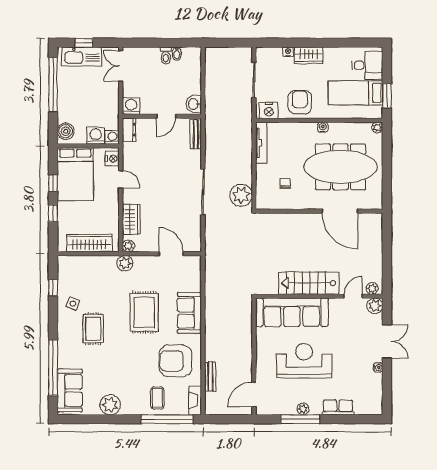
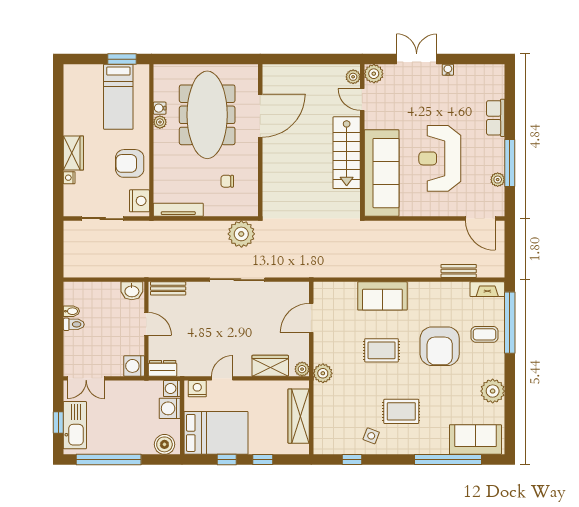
desk: (367, 65) -> (85, 83), removed
water cooler: (323, 127) -> (160, 108), moved
plant: (377, 127) -> (160, 122), moved
rug: (144, 312) -> (382, 350), width x0.73, depth x0.70
armchair: (175, 361) -> (440, 346), moved
plant: (303, 409) -> (498, 180), moved

